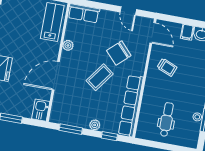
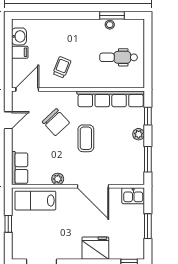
coffee table: (100, 77) -> (86, 138), turned 54

